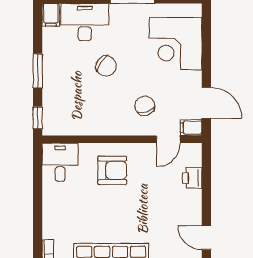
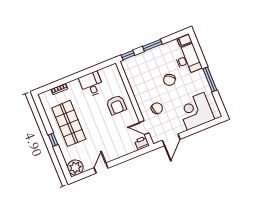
filing cabinet: (191, 128) -> (155, 137), removed
desk: (60, 162) -> (92, 84), moved, turned -90
printer: (192, 178) -> (142, 143), moved

